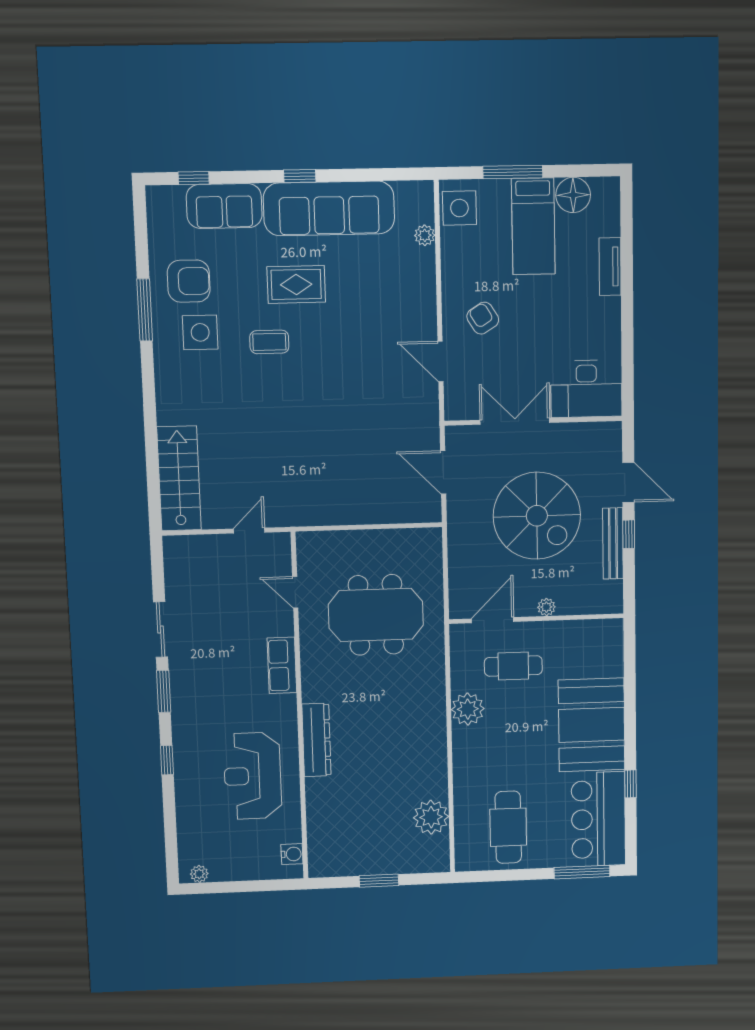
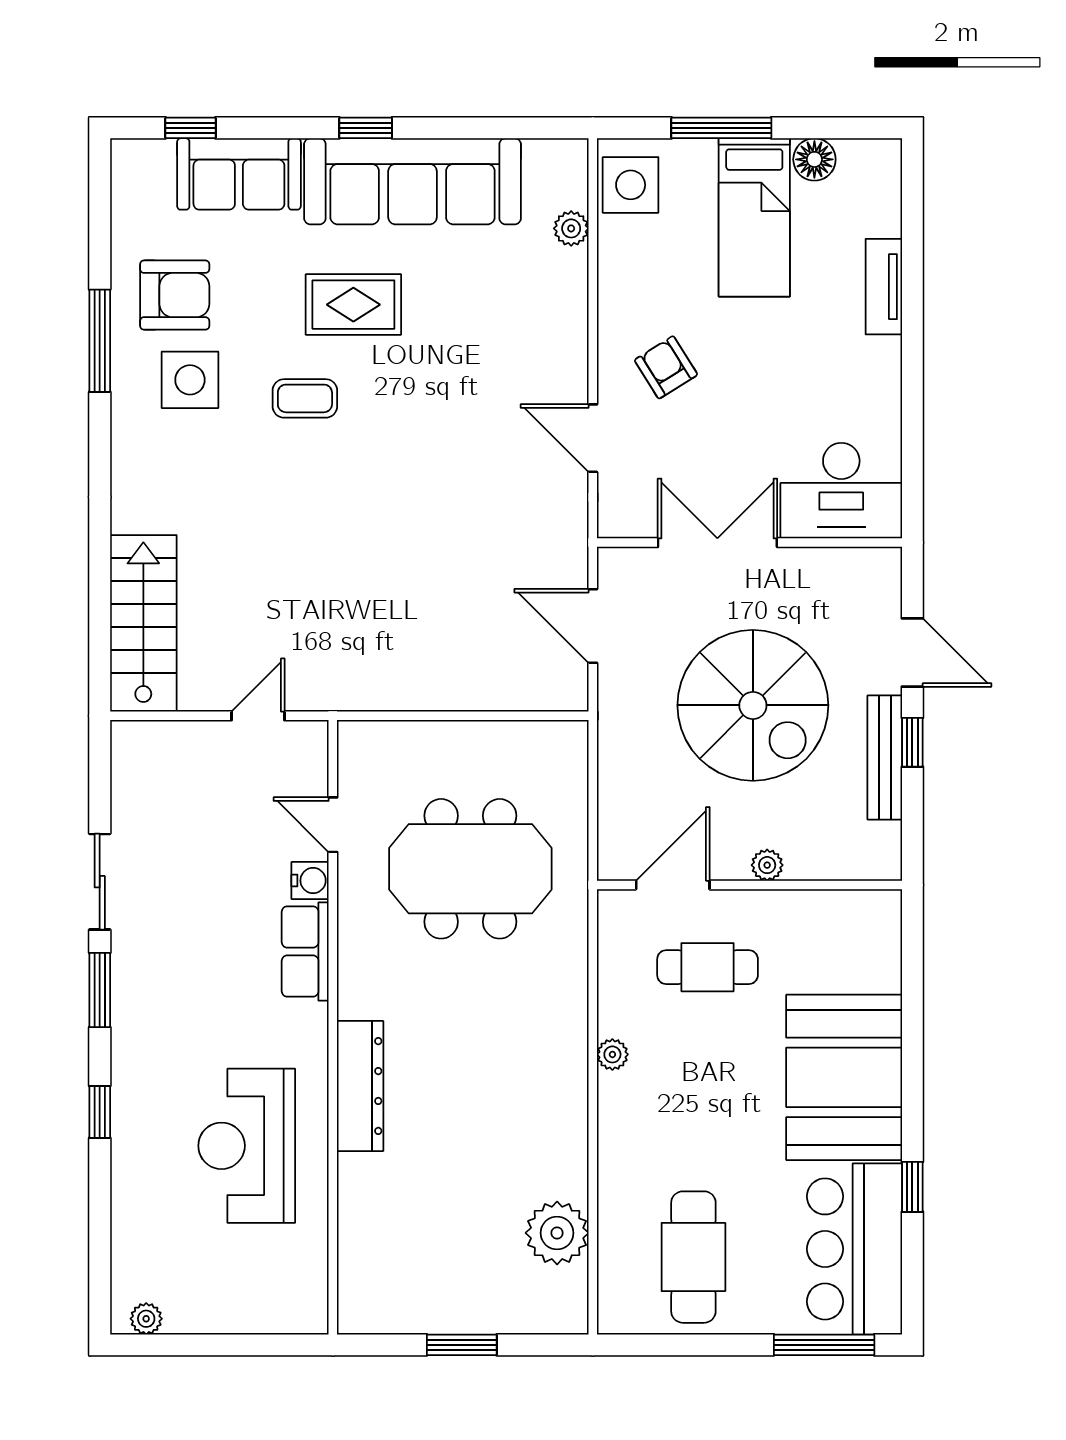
floor lamp: (573, 195) -> (814, 159), width x0.73, depth x0.73
plant: (468, 709) -> (612, 1054), width x0.53, depth x0.53
water cooler: (292, 854) -> (310, 881), moved

